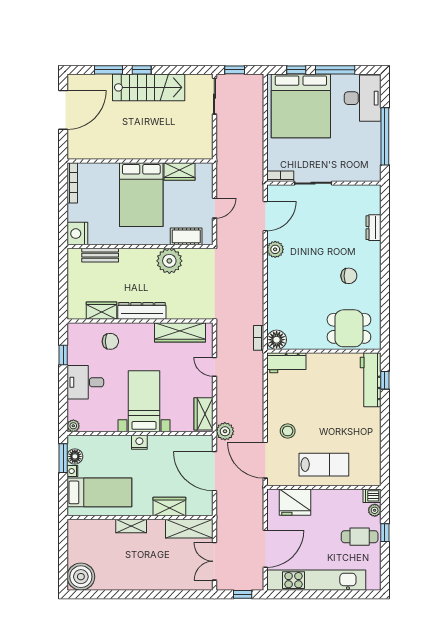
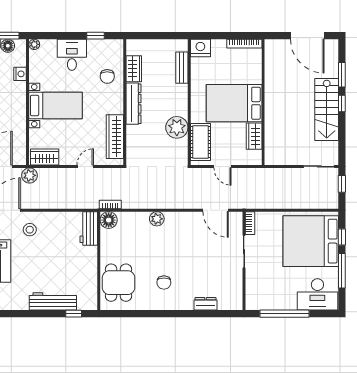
cot: (186, 236) -> (200, 142), width x1.37, depth x1.34
plant: (275, 249) -> (157, 219), moved
workbench: (371, 380) -> (53, 301), moved
nightstand: (139, 442) -> (20, 74), moved

